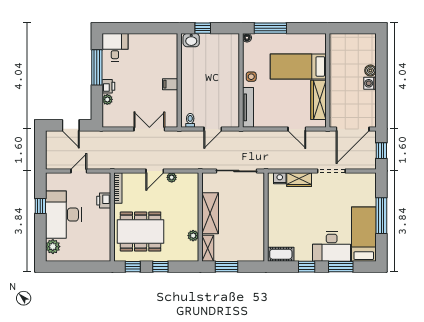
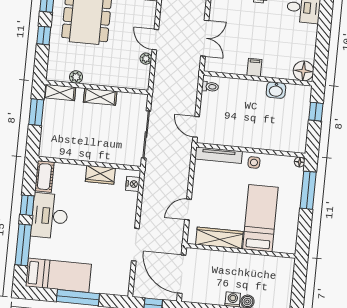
washbasin: (191, 40) -> (276, 90), moved, turned -90
floor lamp: (169, 42) -> (304, 71), added
door: (213, 129) -> (196, 127), moved
wardrobe: (299, 180) -> (100, 175), moved, turned -90
shelving: (210, 213) -> (100, 97), width x0.67, depth x0.75
desk: (332, 247) -> (50, 216), moved
window: (341, 267) -> (23, 245), width x1.44

